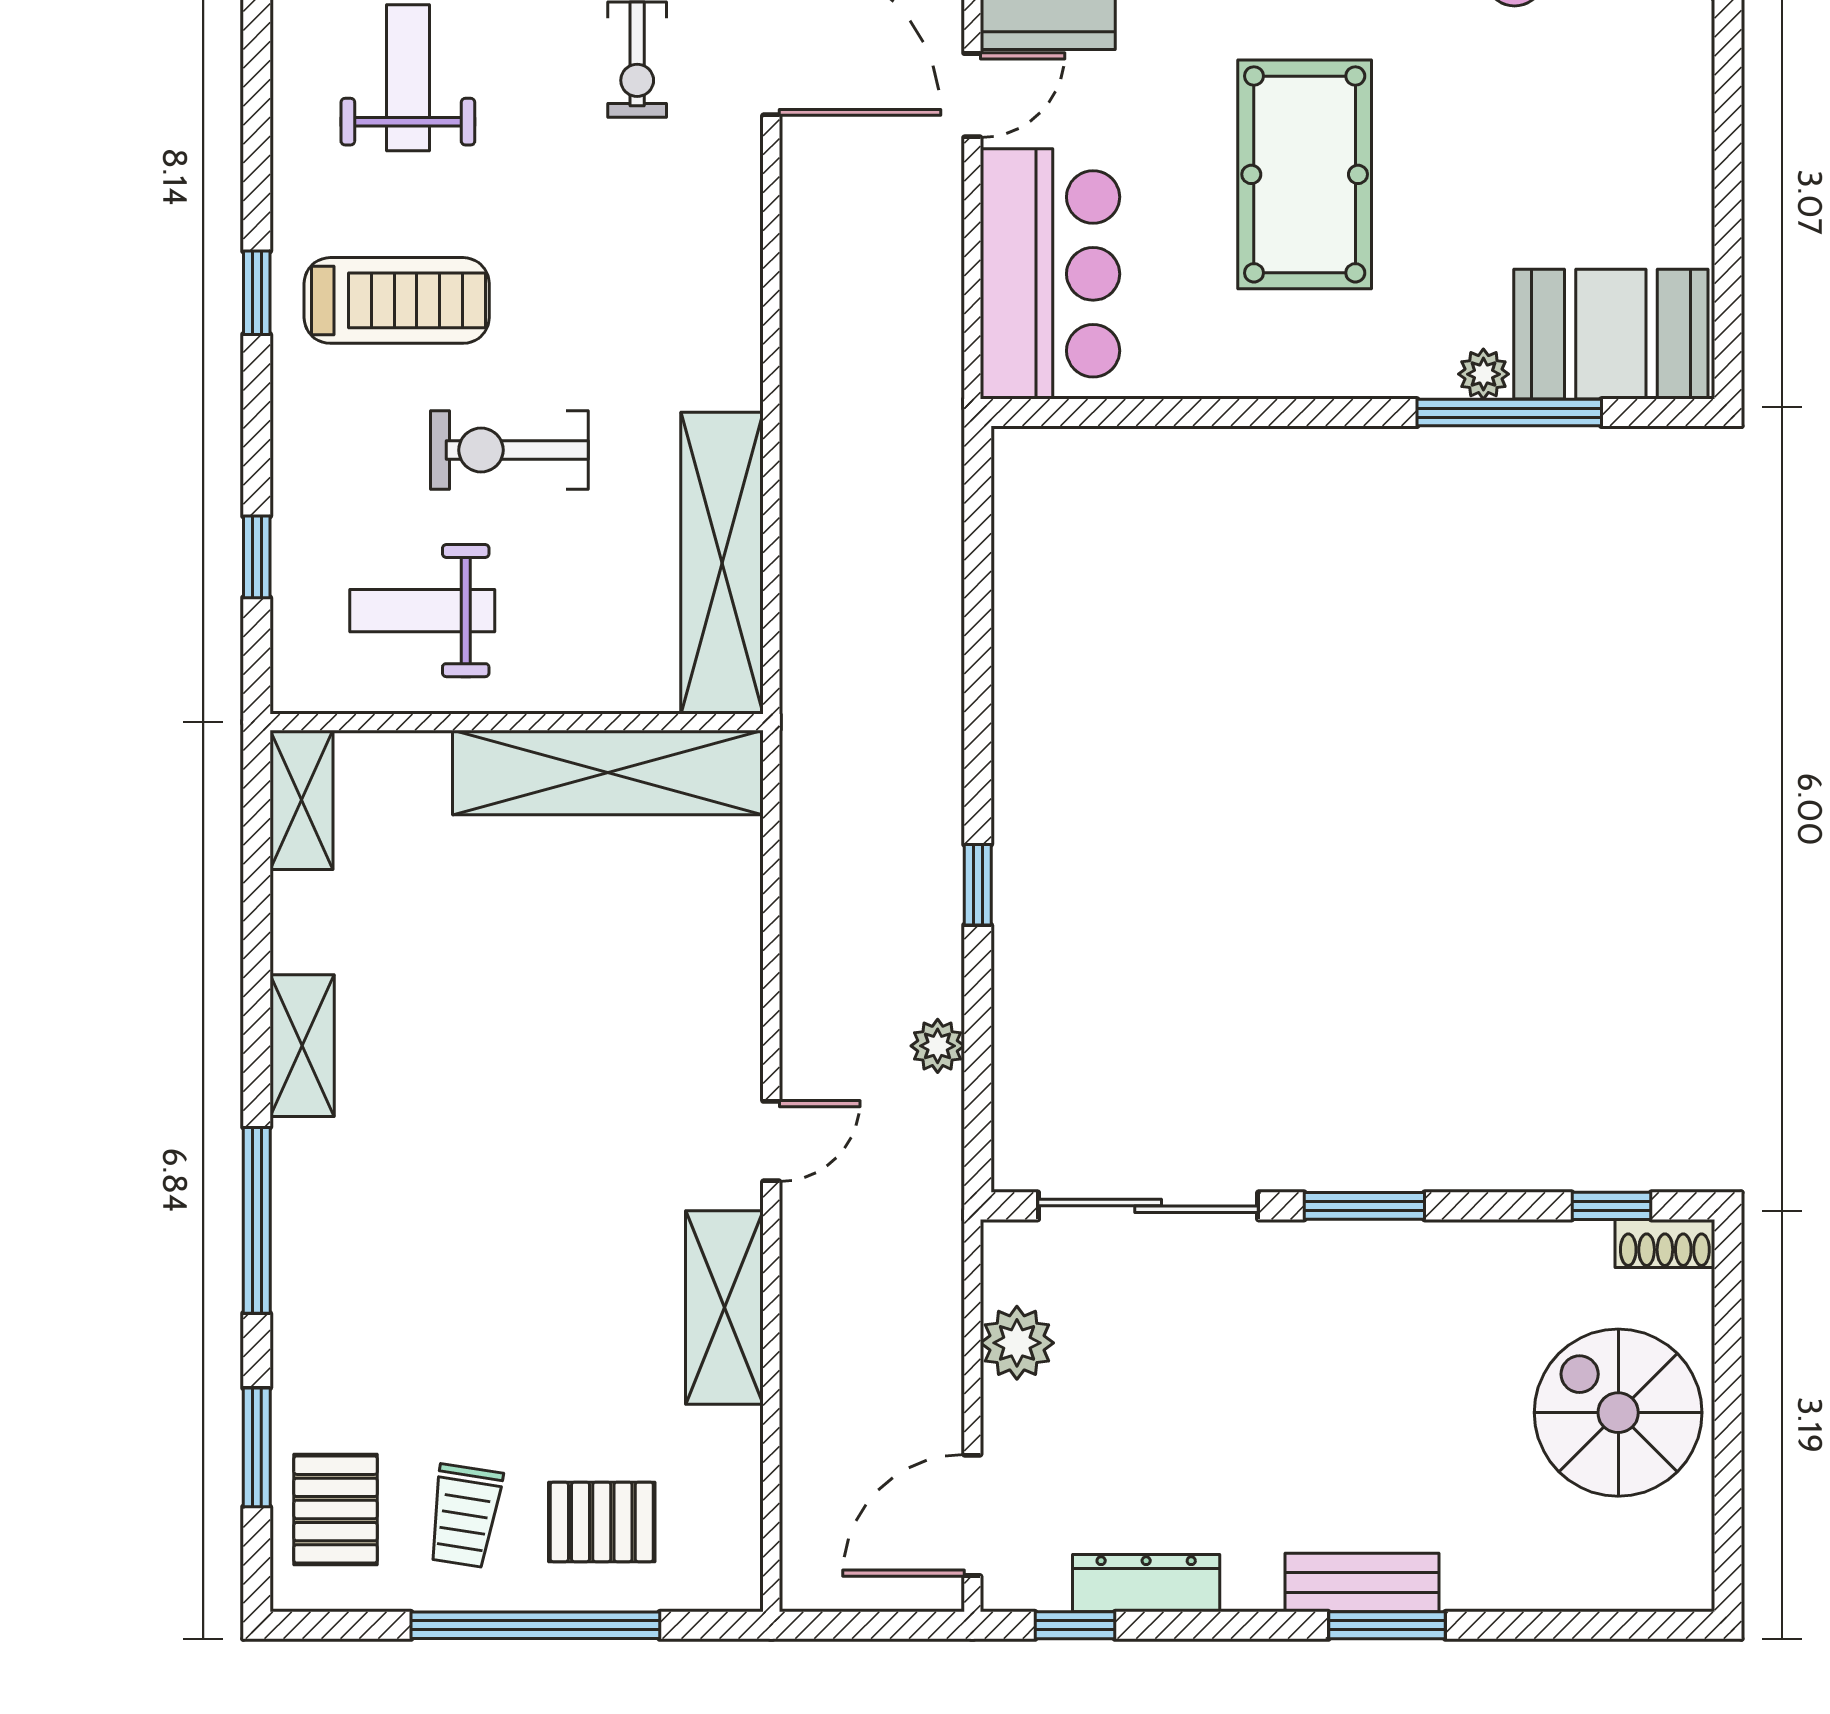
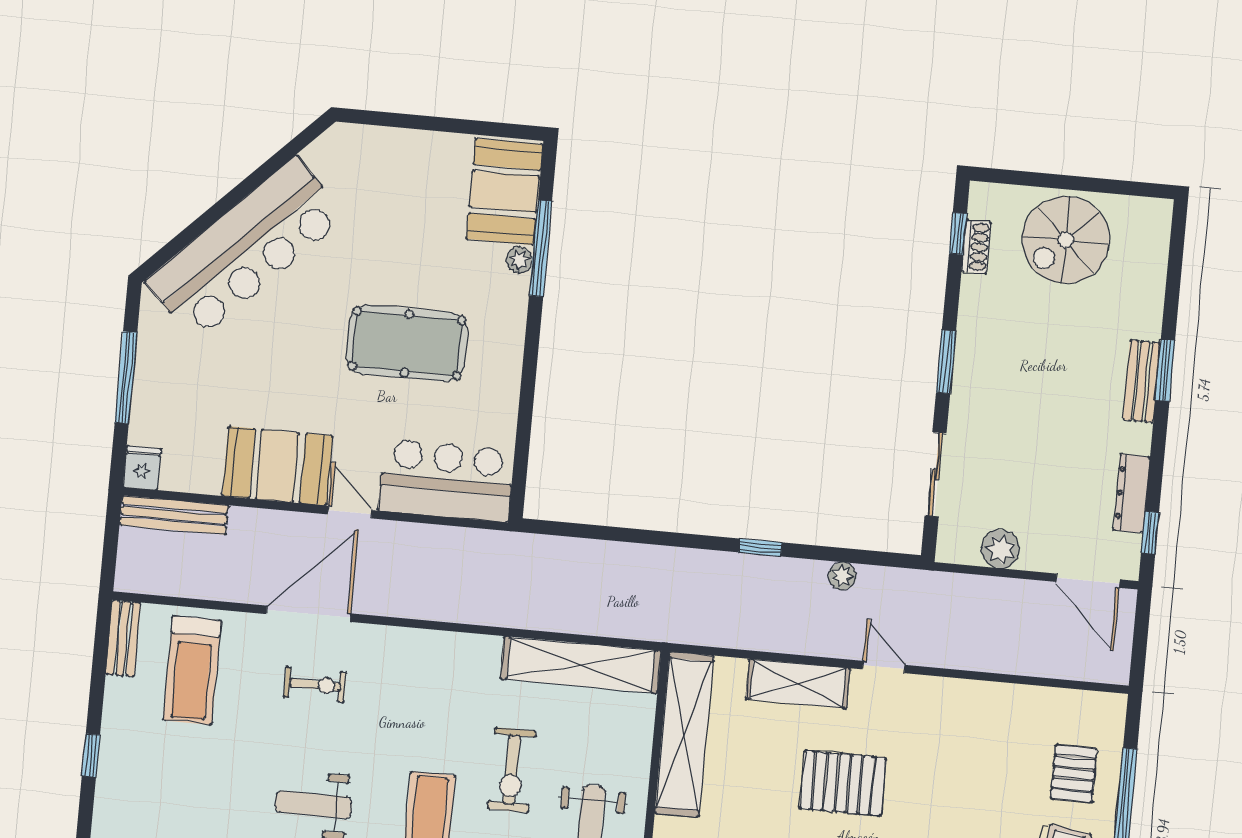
pallet: (543, 1084) -> (843, 783), added
sliding door: (1148, 1206) -> (936, 474), width x0.73
shoe rack: (1665, 1243) -> (976, 247), moved
shelving: (724, 1307) -> (798, 684), moved

